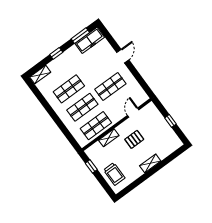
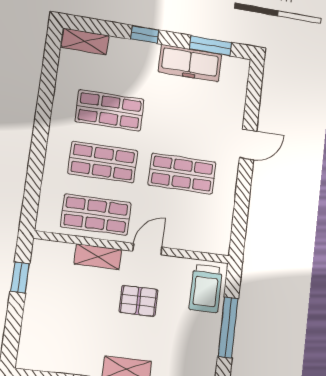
freezer: (90, 40) -> (190, 63), moved
door: (133, 113) -> (147, 249), moved
window: (170, 121) -> (228, 327), width x2.17
trolley: (114, 174) -> (206, 288), moved

